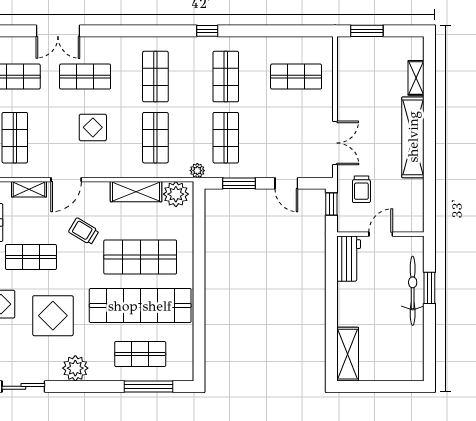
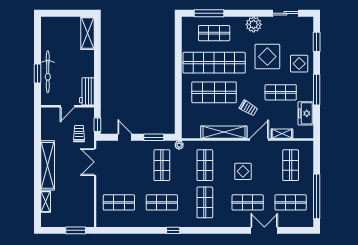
shop shelf: (226, 77) -> (162, 202), turned 90
shelving: (136, 192) -> (224, 132), width x1.47
plant: (176, 194) -> (192, 131), removed

